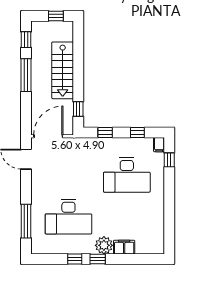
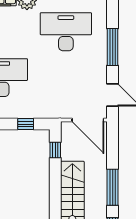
door: (48, 136) -> (88, 120), hinge flipped
window: (26, 221) -> (113, 47), moved

